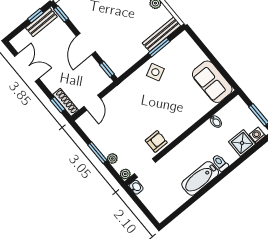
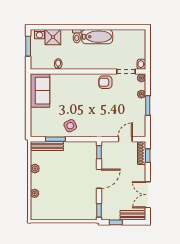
bench: (41, 22) -> (133, 215), moved

